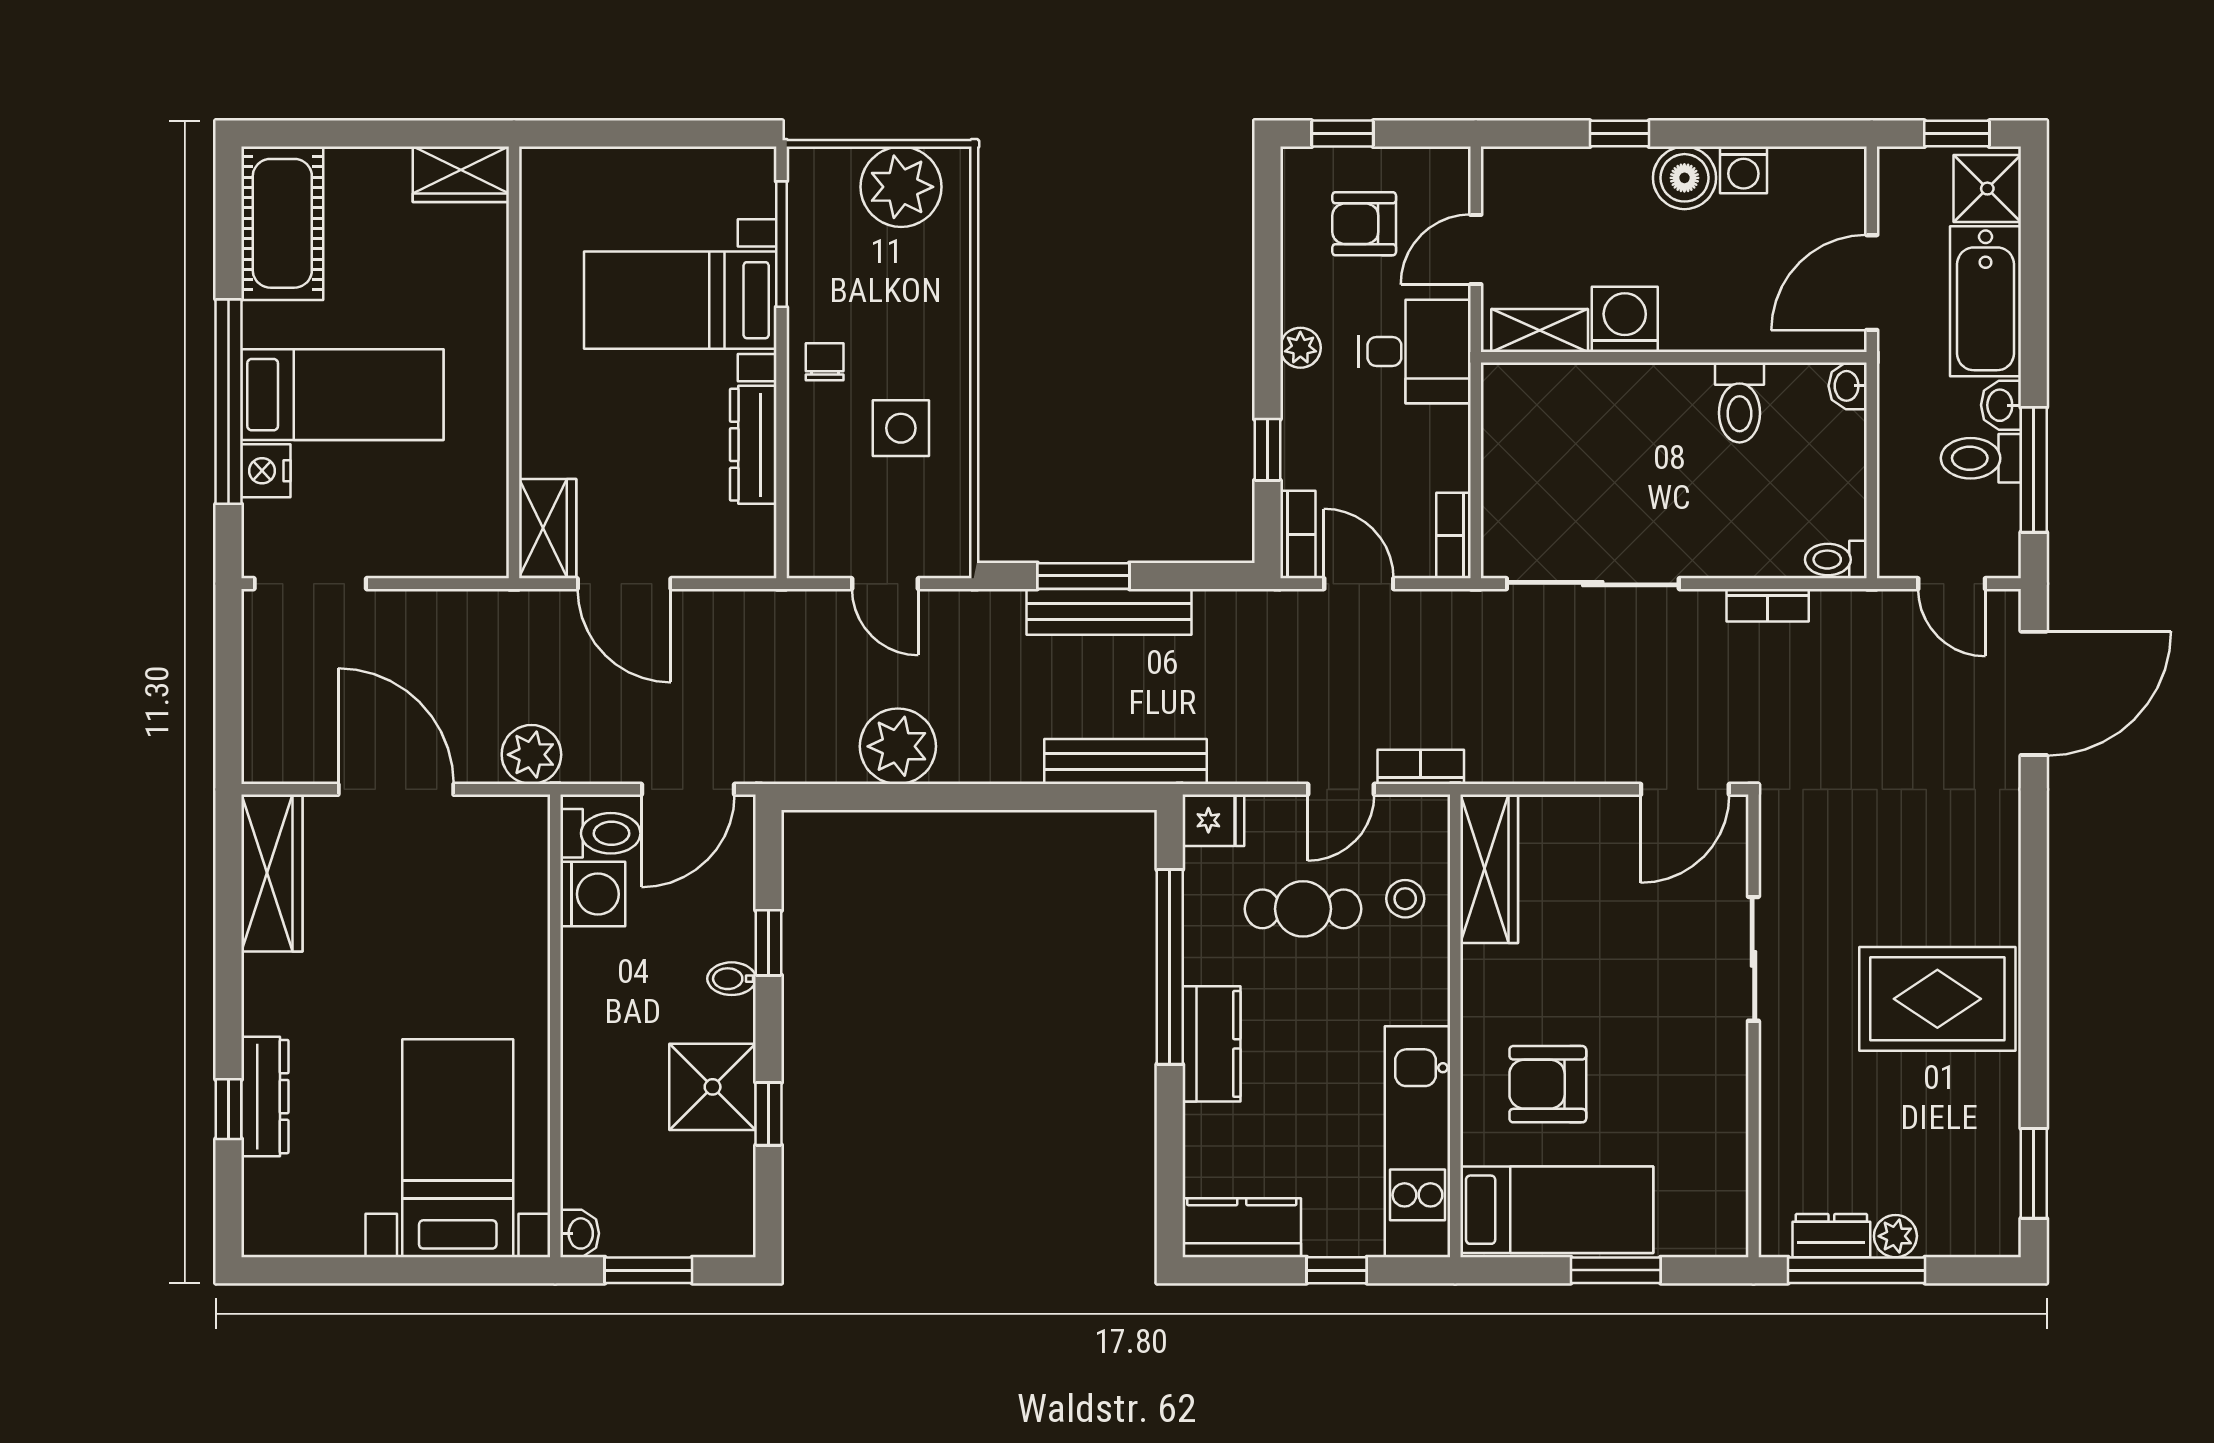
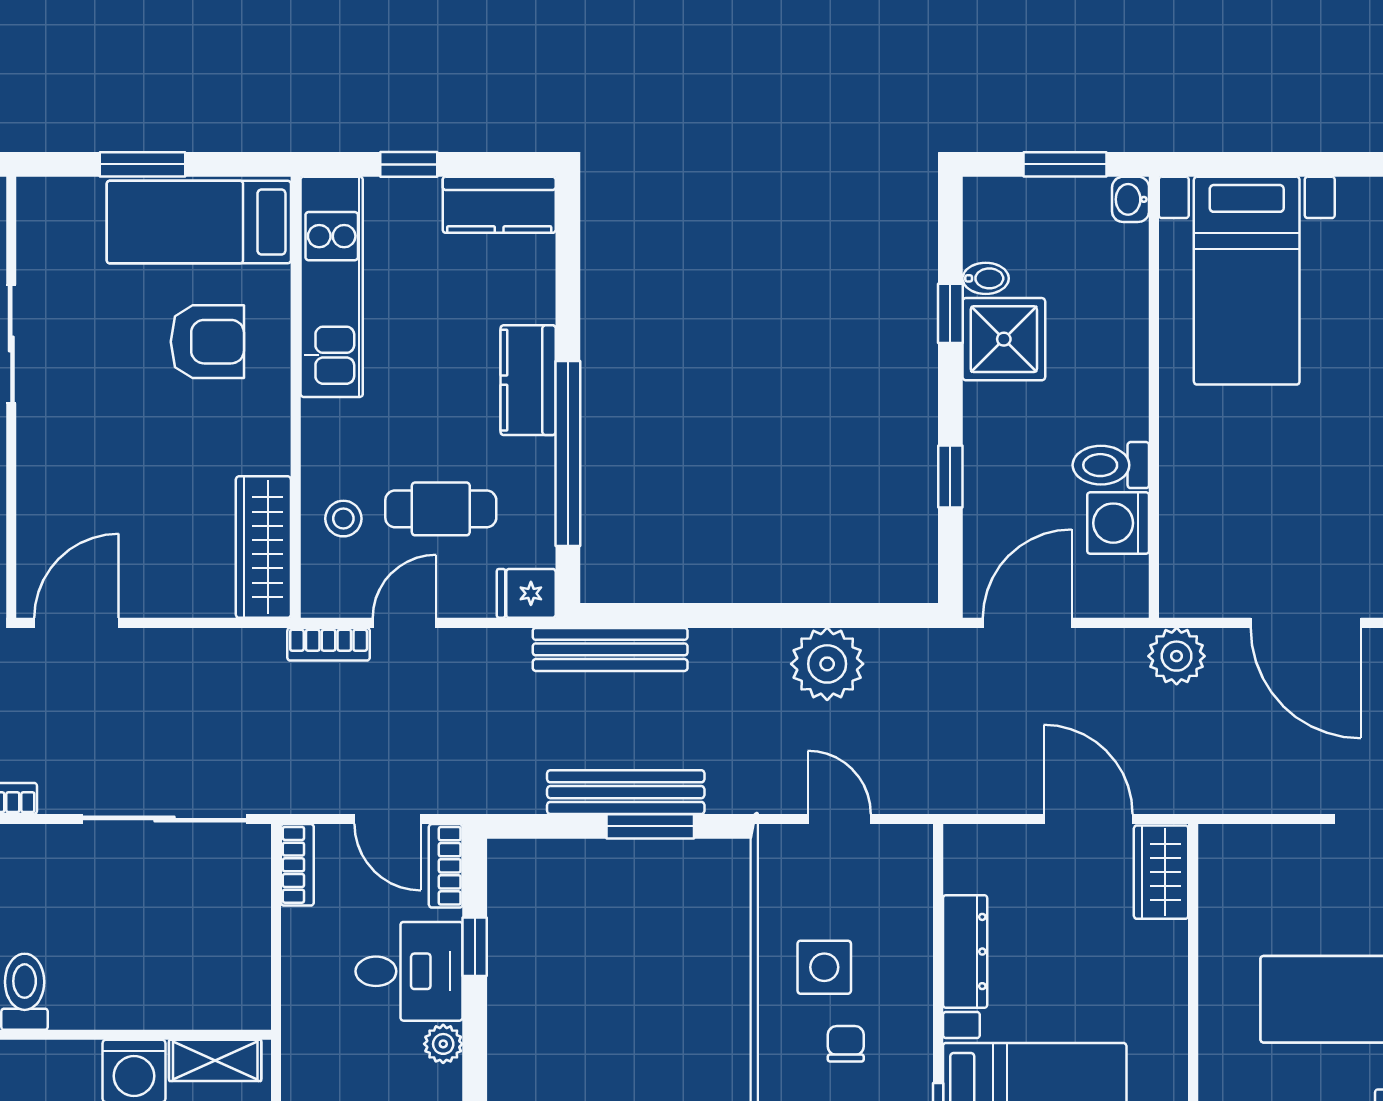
desk: (1415, 351) -> (409, 971), moved, turned 180
chair: (825, 362) -> (846, 1044), moved, turned 180
toilet: (600, 833) -> (1111, 465), moved
sliding door: (1753, 959) -> (11, 344), moved
bidet: (732, 979) -> (986, 278), moved

